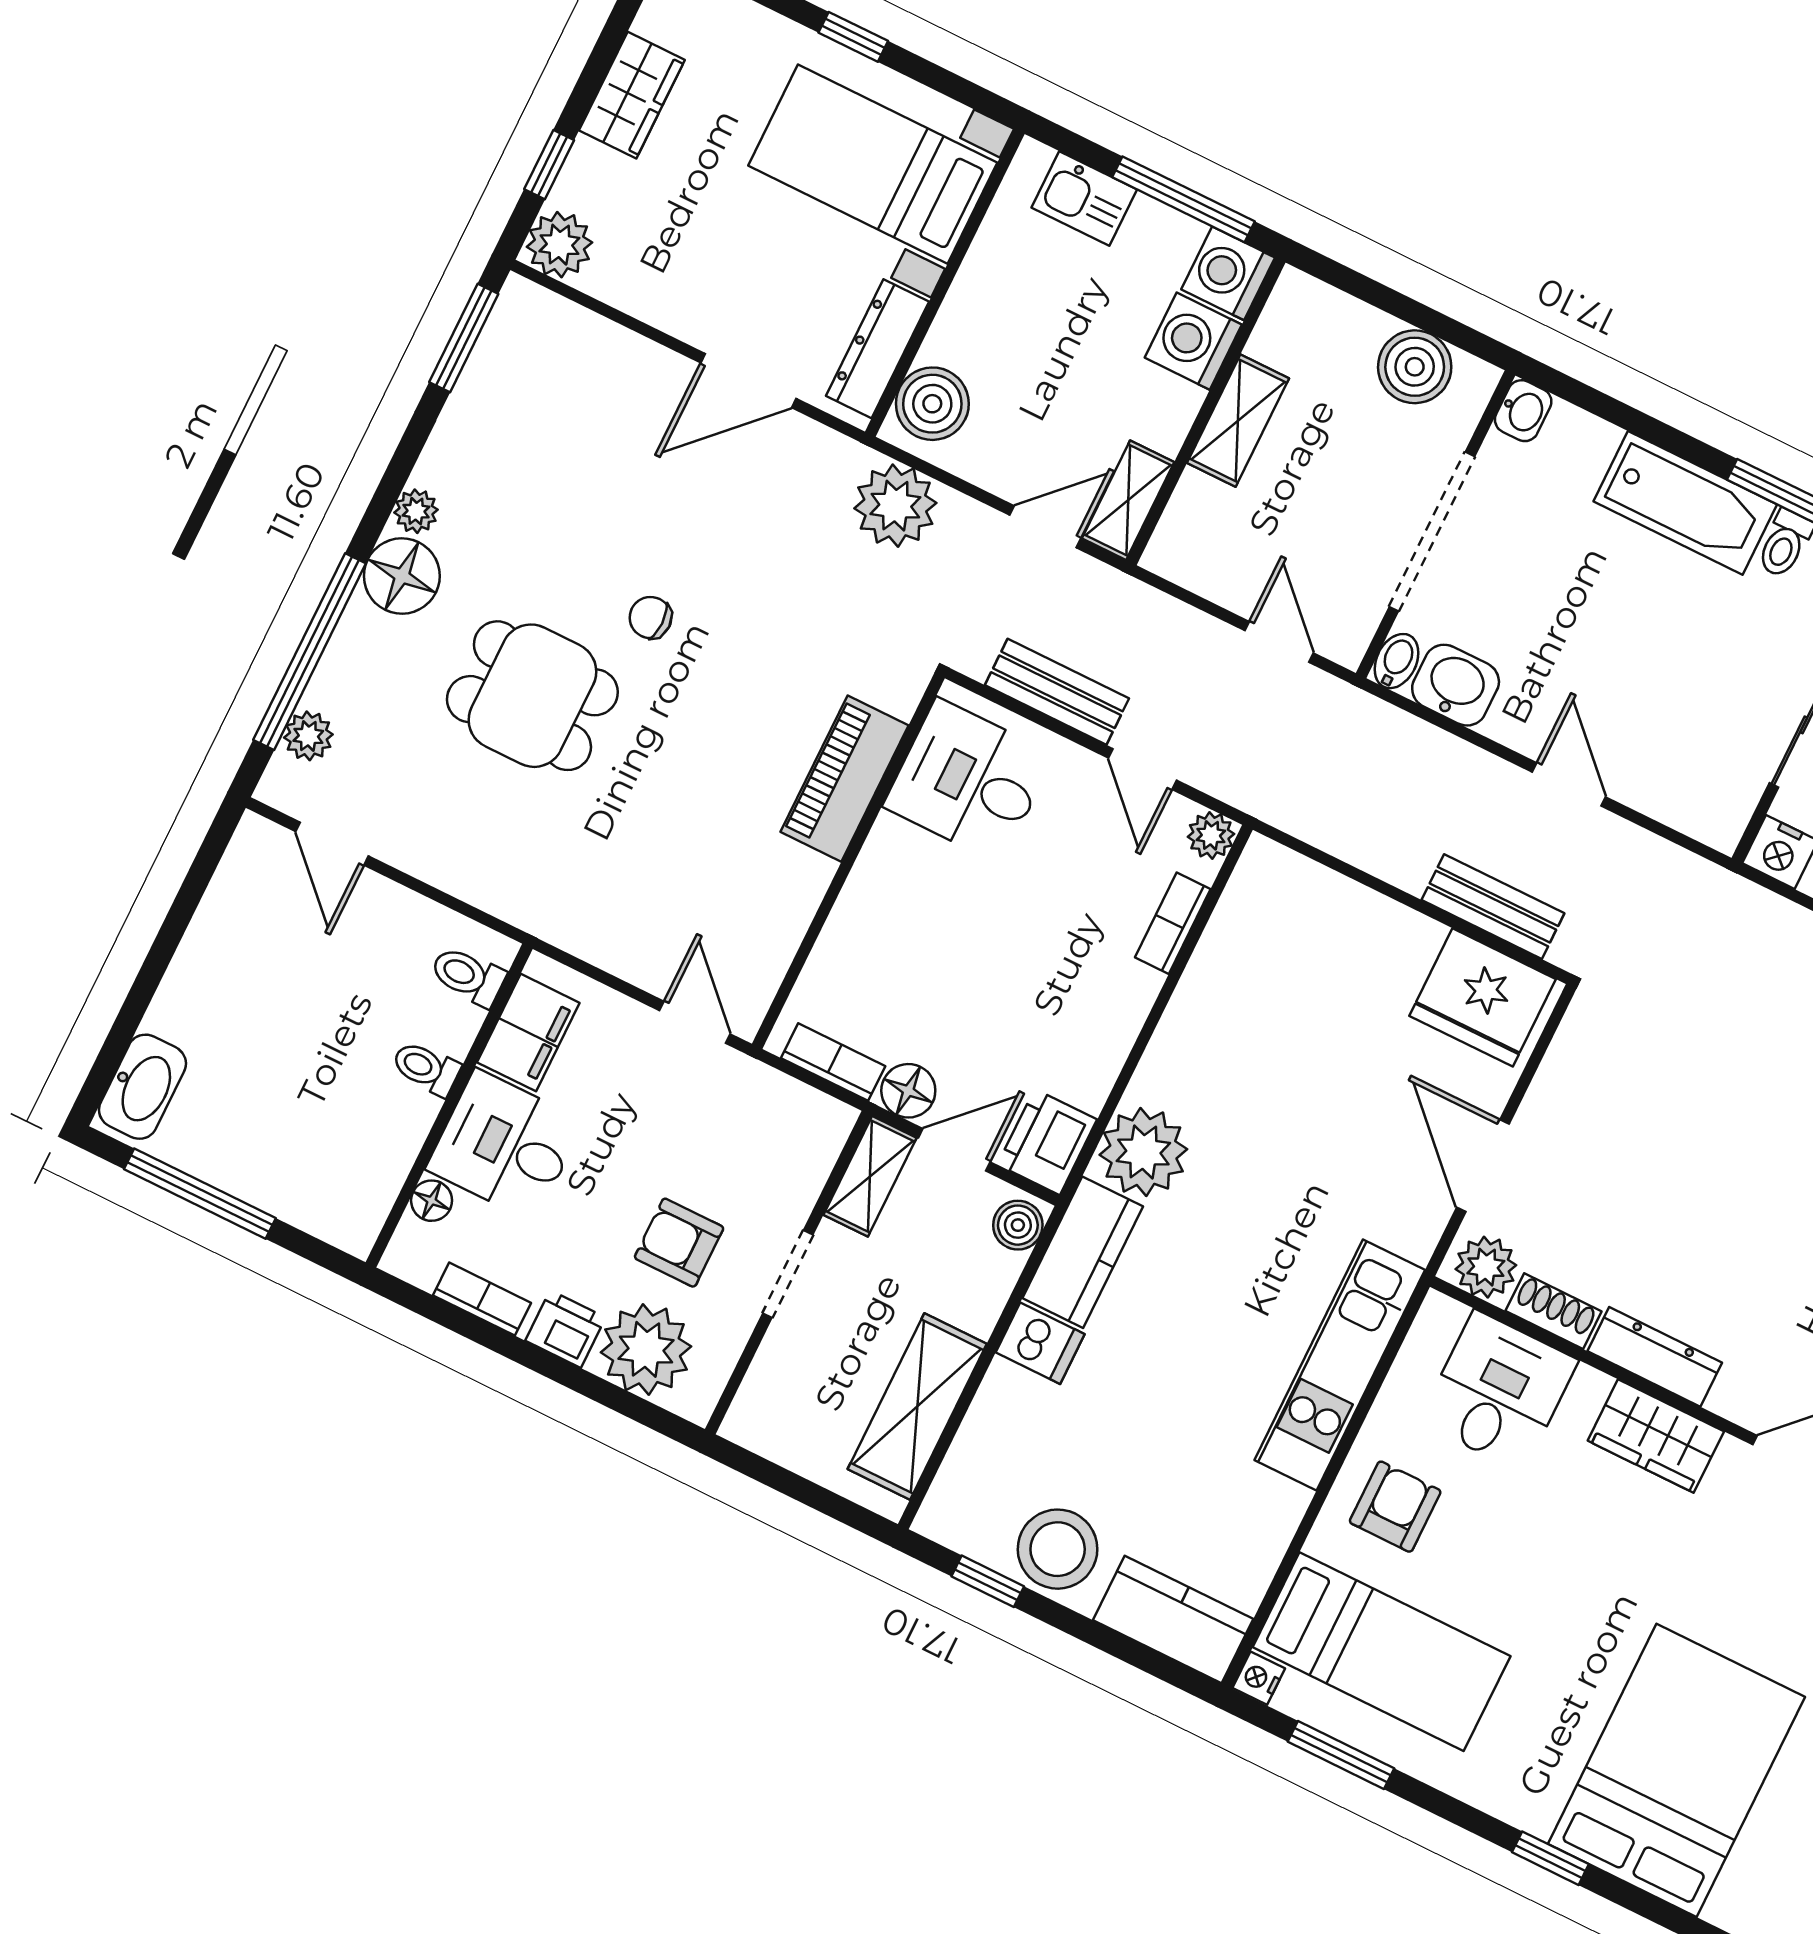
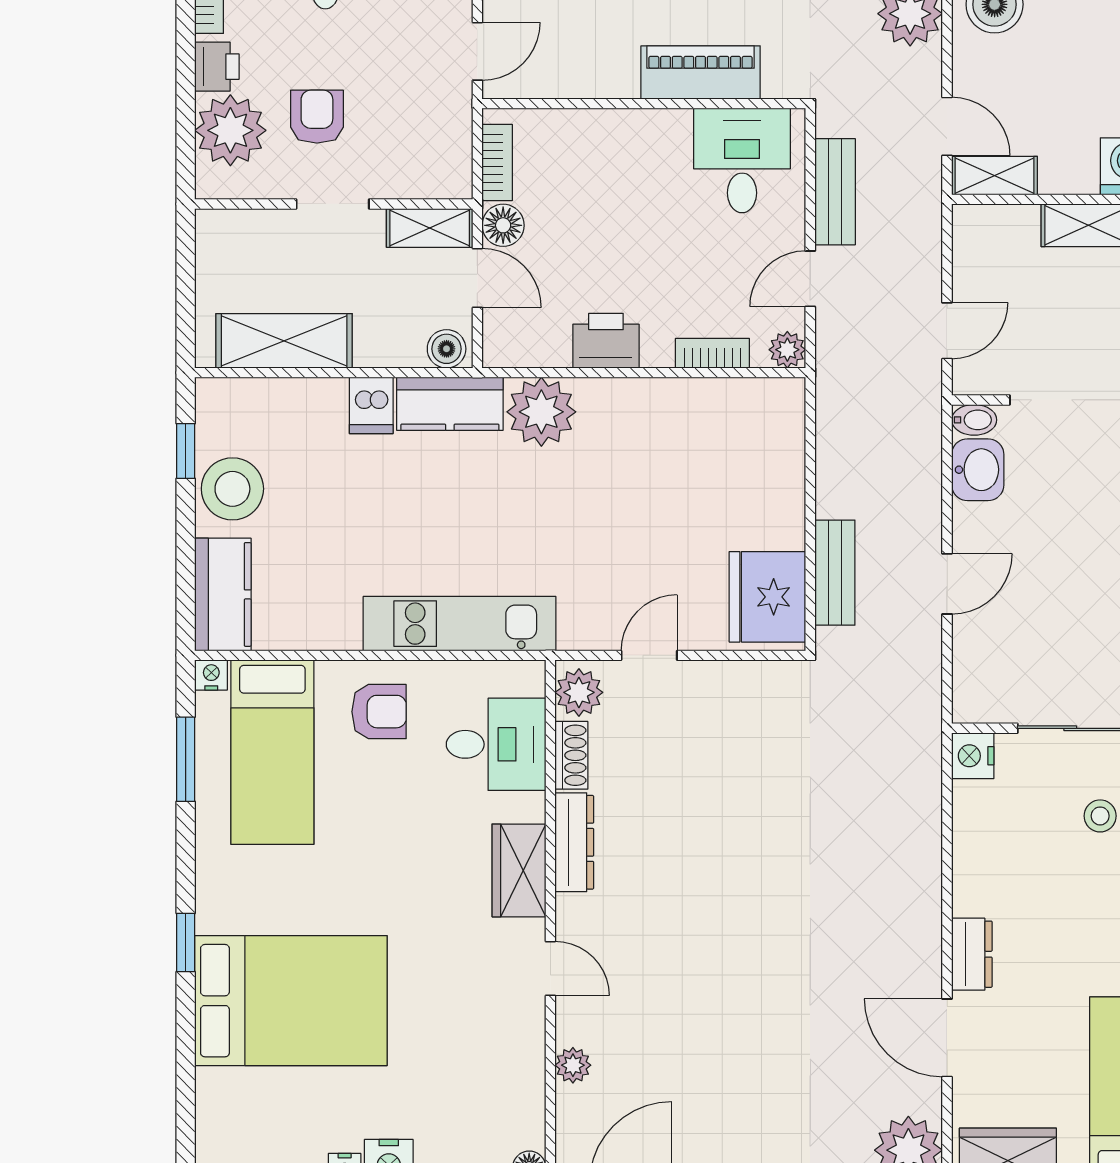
printer: (1047, 1142) -> (606, 341), moved
door: (1483, 1166) -> (649, 655), width x0.73

